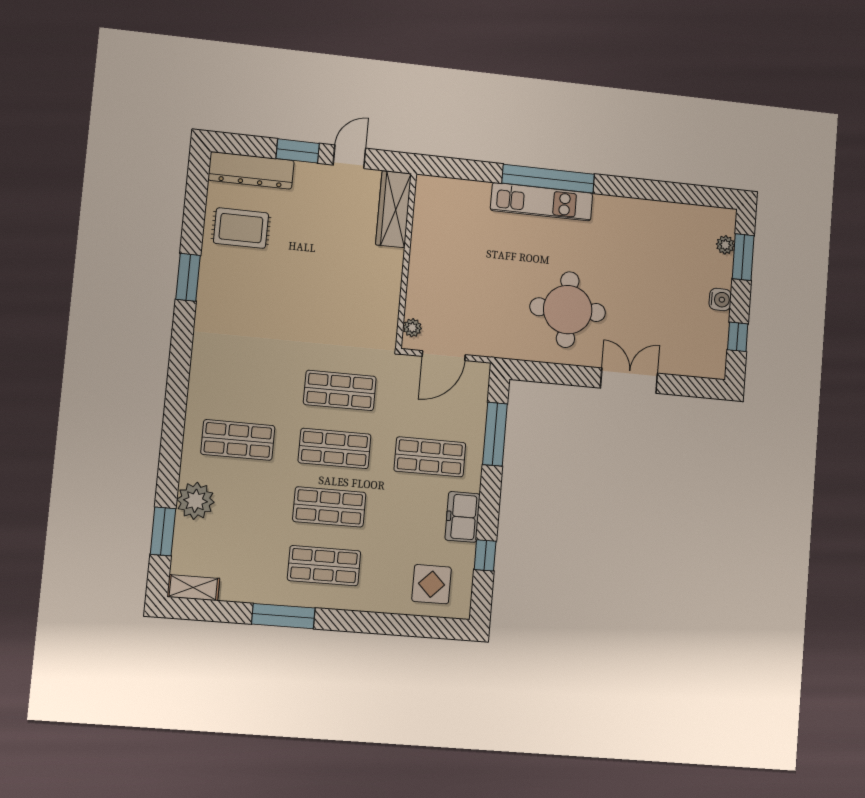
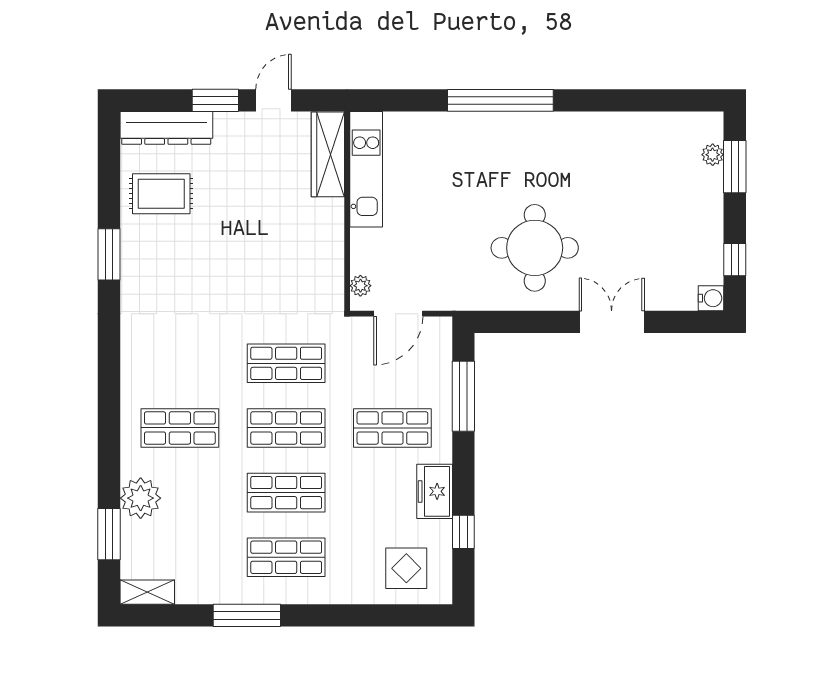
kitchen unit: (542, 202) -> (366, 169), moved, turned -90
water cooler: (720, 299) -> (711, 298), moved

